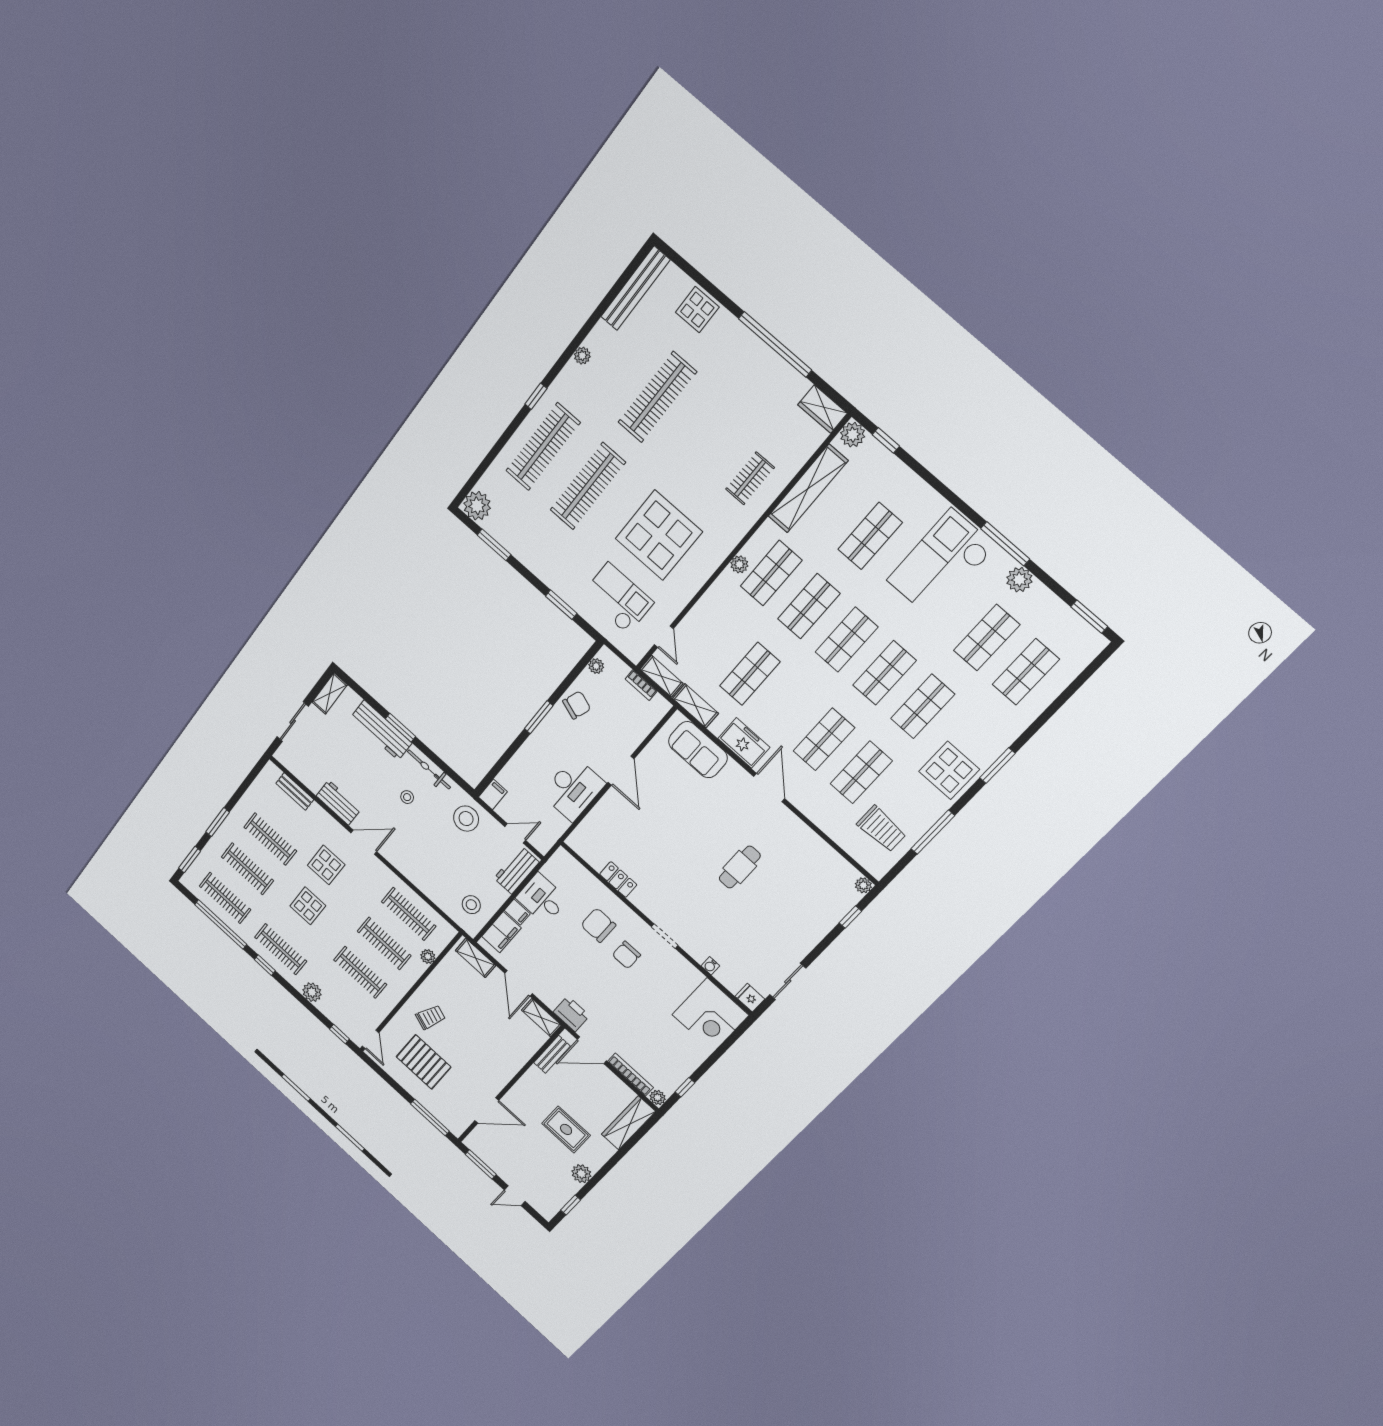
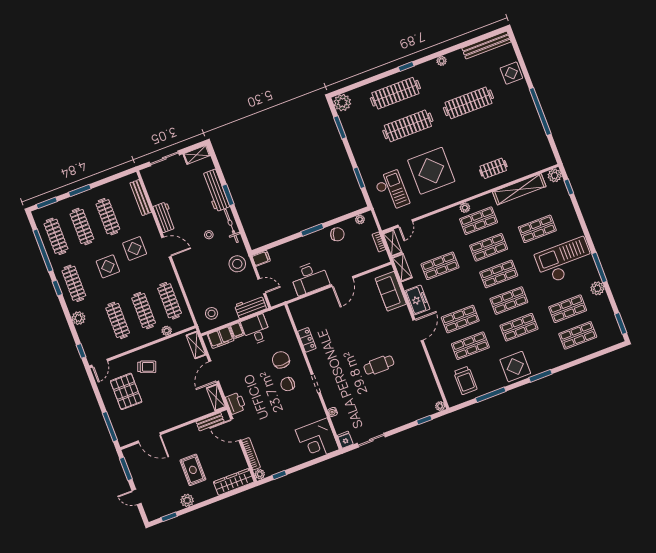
wardrobe: (823, 409) -> (547, 155), removed
bench: (295, 791) -> (141, 198), width x1.36

